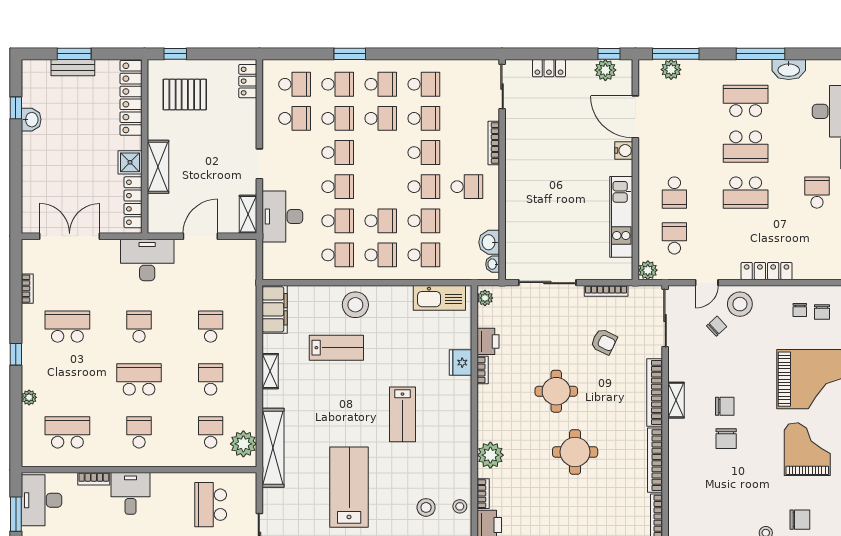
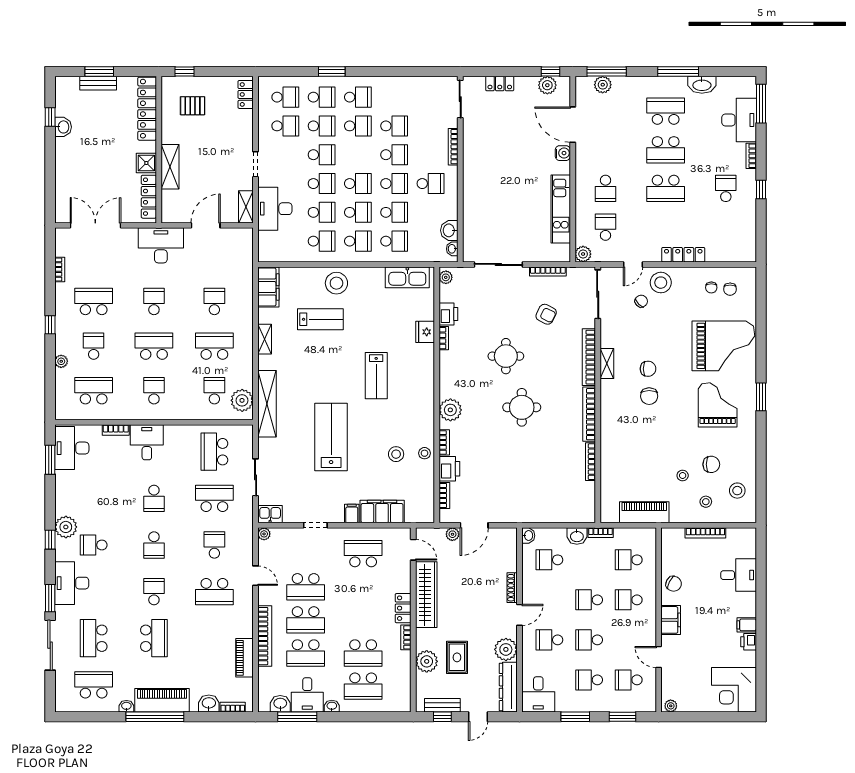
school desk: (424, 84) -> (358, 184), moved
pallet: (185, 95) -> (193, 106), width x0.67, depth x0.71
school desk: (67, 379) -> (94, 346), added
school desk: (211, 379) -> (214, 346), width x1.85

